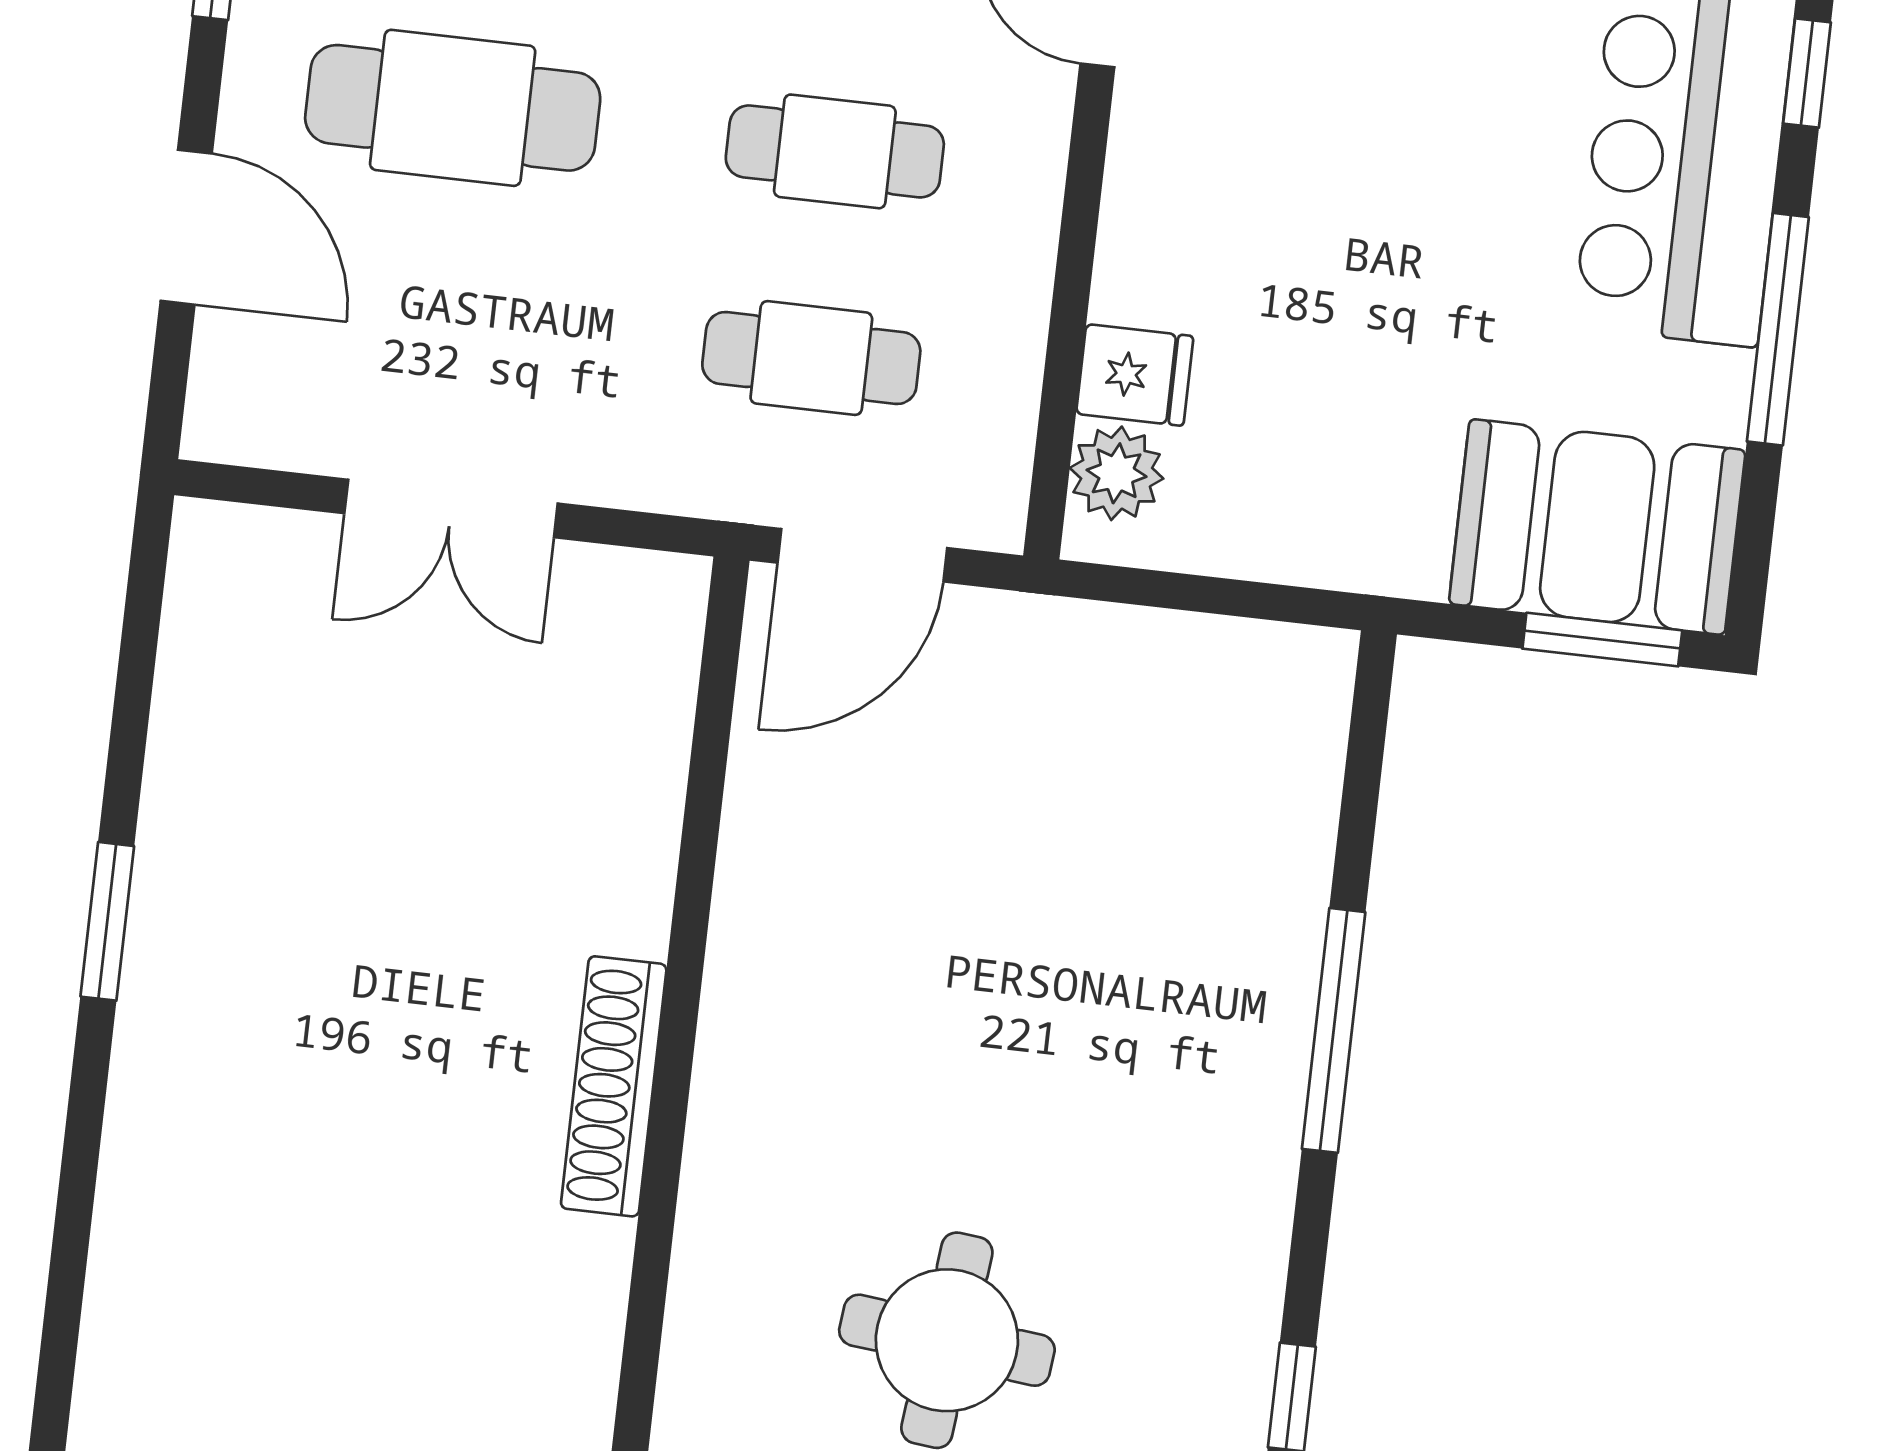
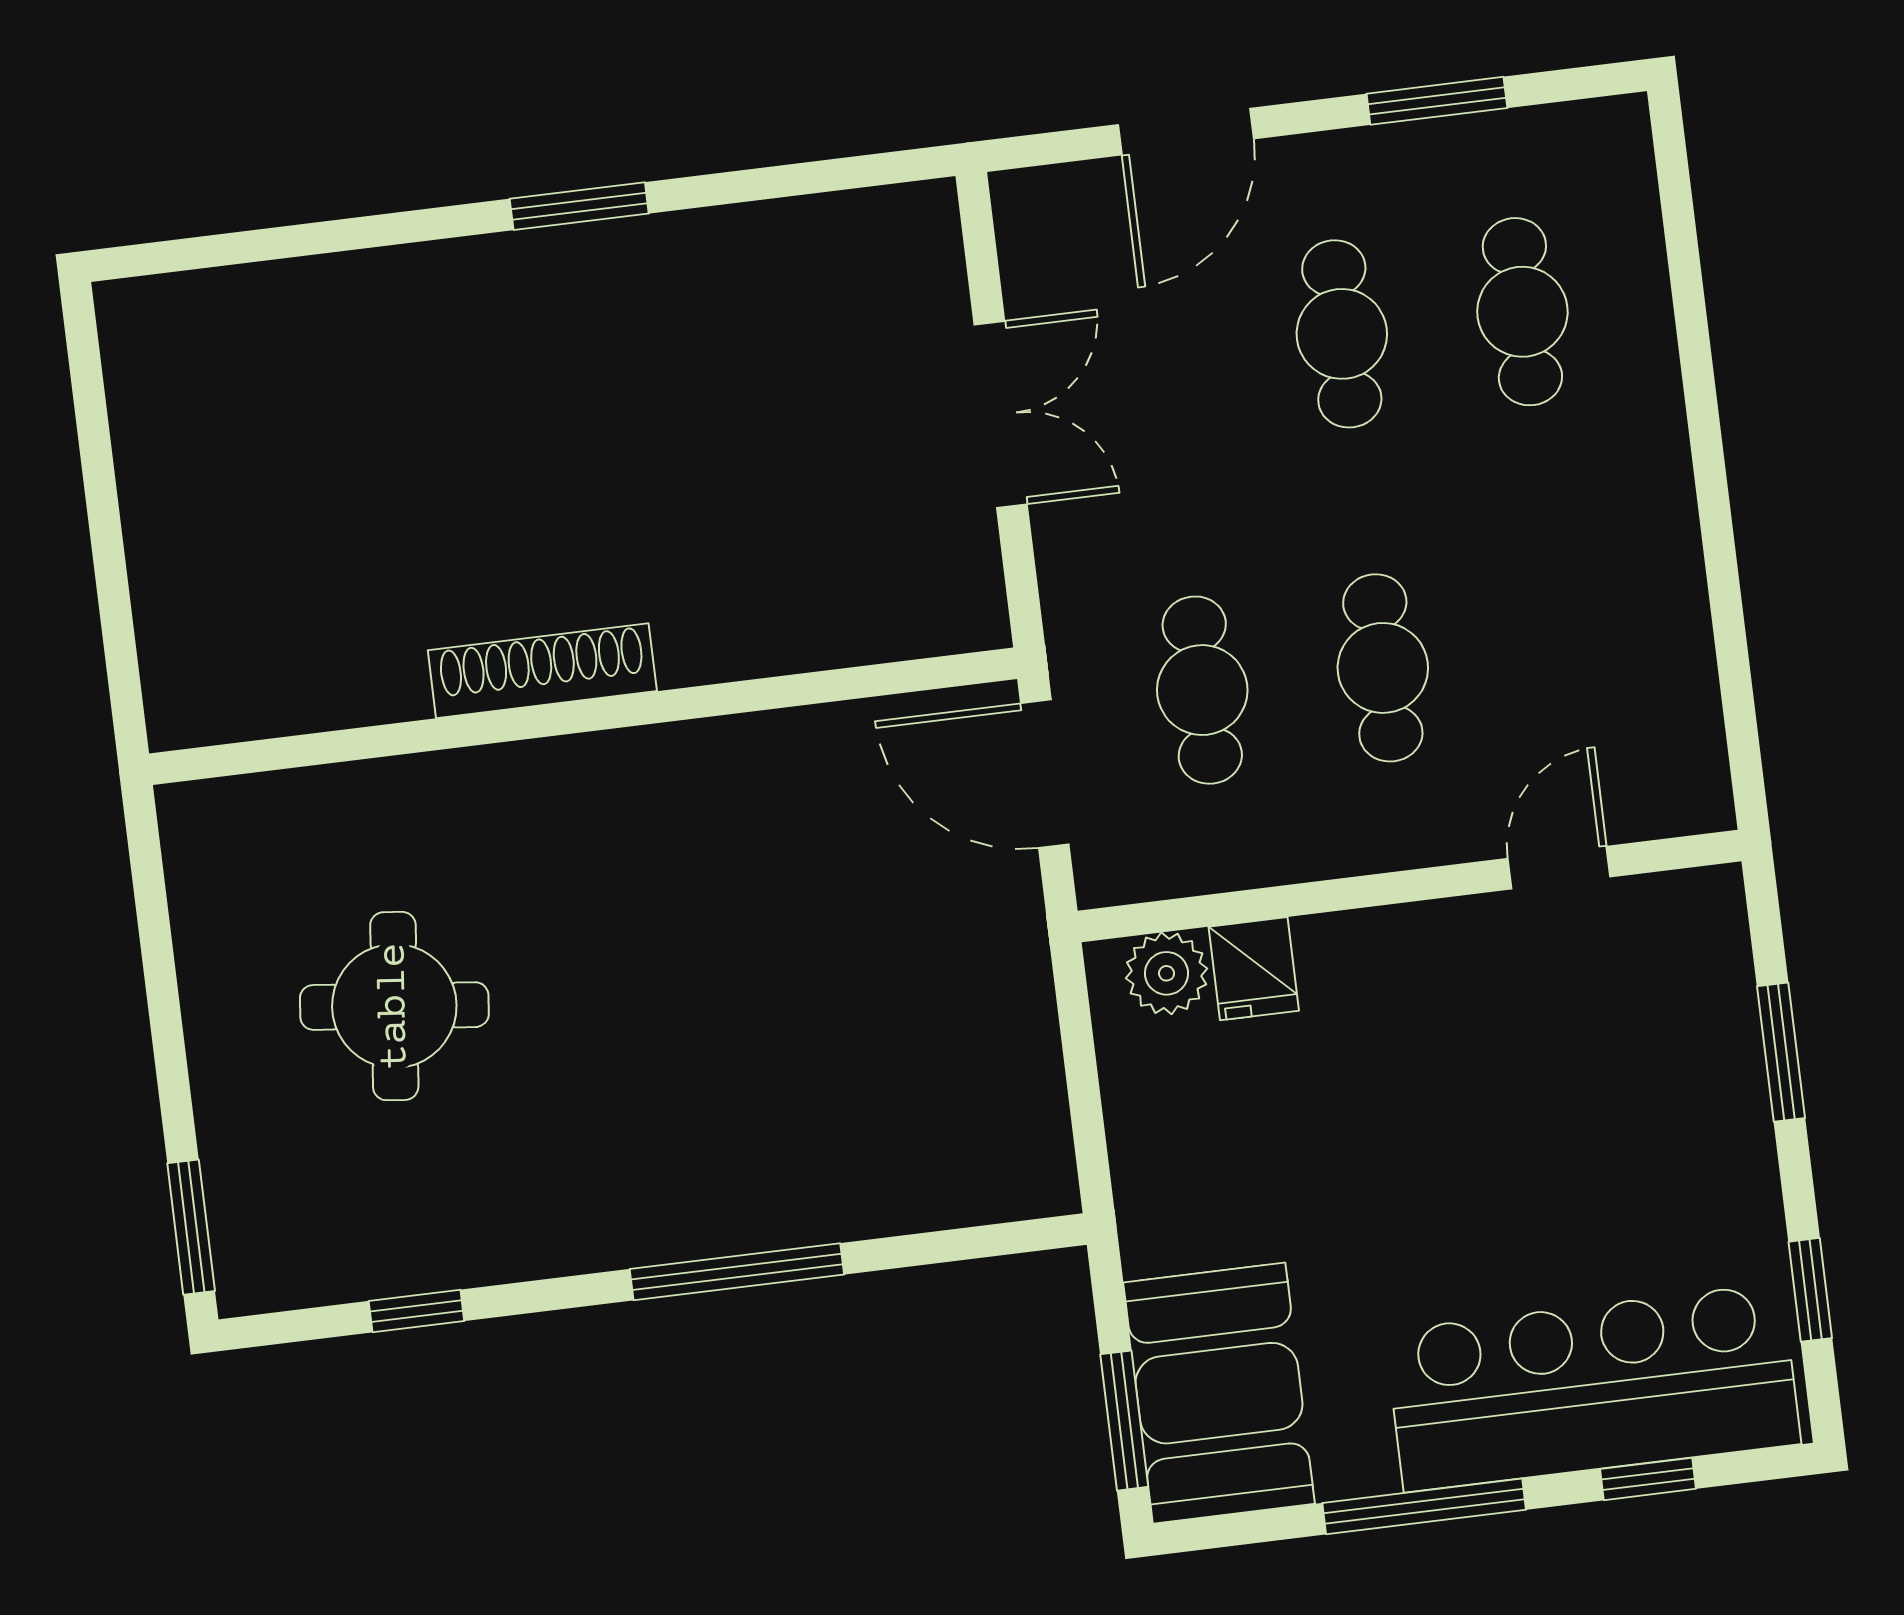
cafe table: (453, 108) -> (1342, 334), width x0.73, depth x0.74
double door: (451, 508) -> (1001, 414), swing flipped

